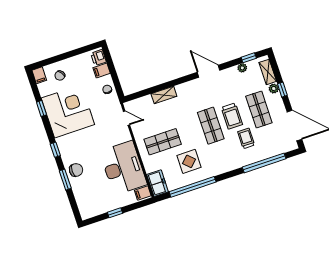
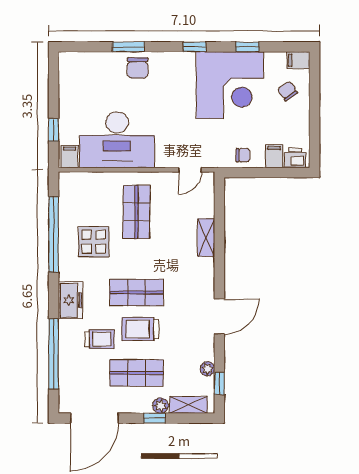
window: (55, 150) -> (195, 47), moved
freezer: (158, 183) -> (70, 300), moved, turned -90
window: (115, 213) -> (54, 130), moved

